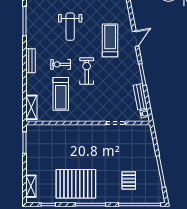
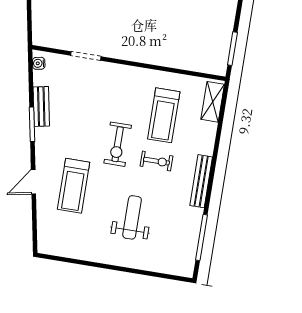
bench: (31, 61) -> (201, 181), width x1.36
treadmill: (61, 94) -> (164, 115), turned 180
bench: (140, 97) -> (41, 106), moved

